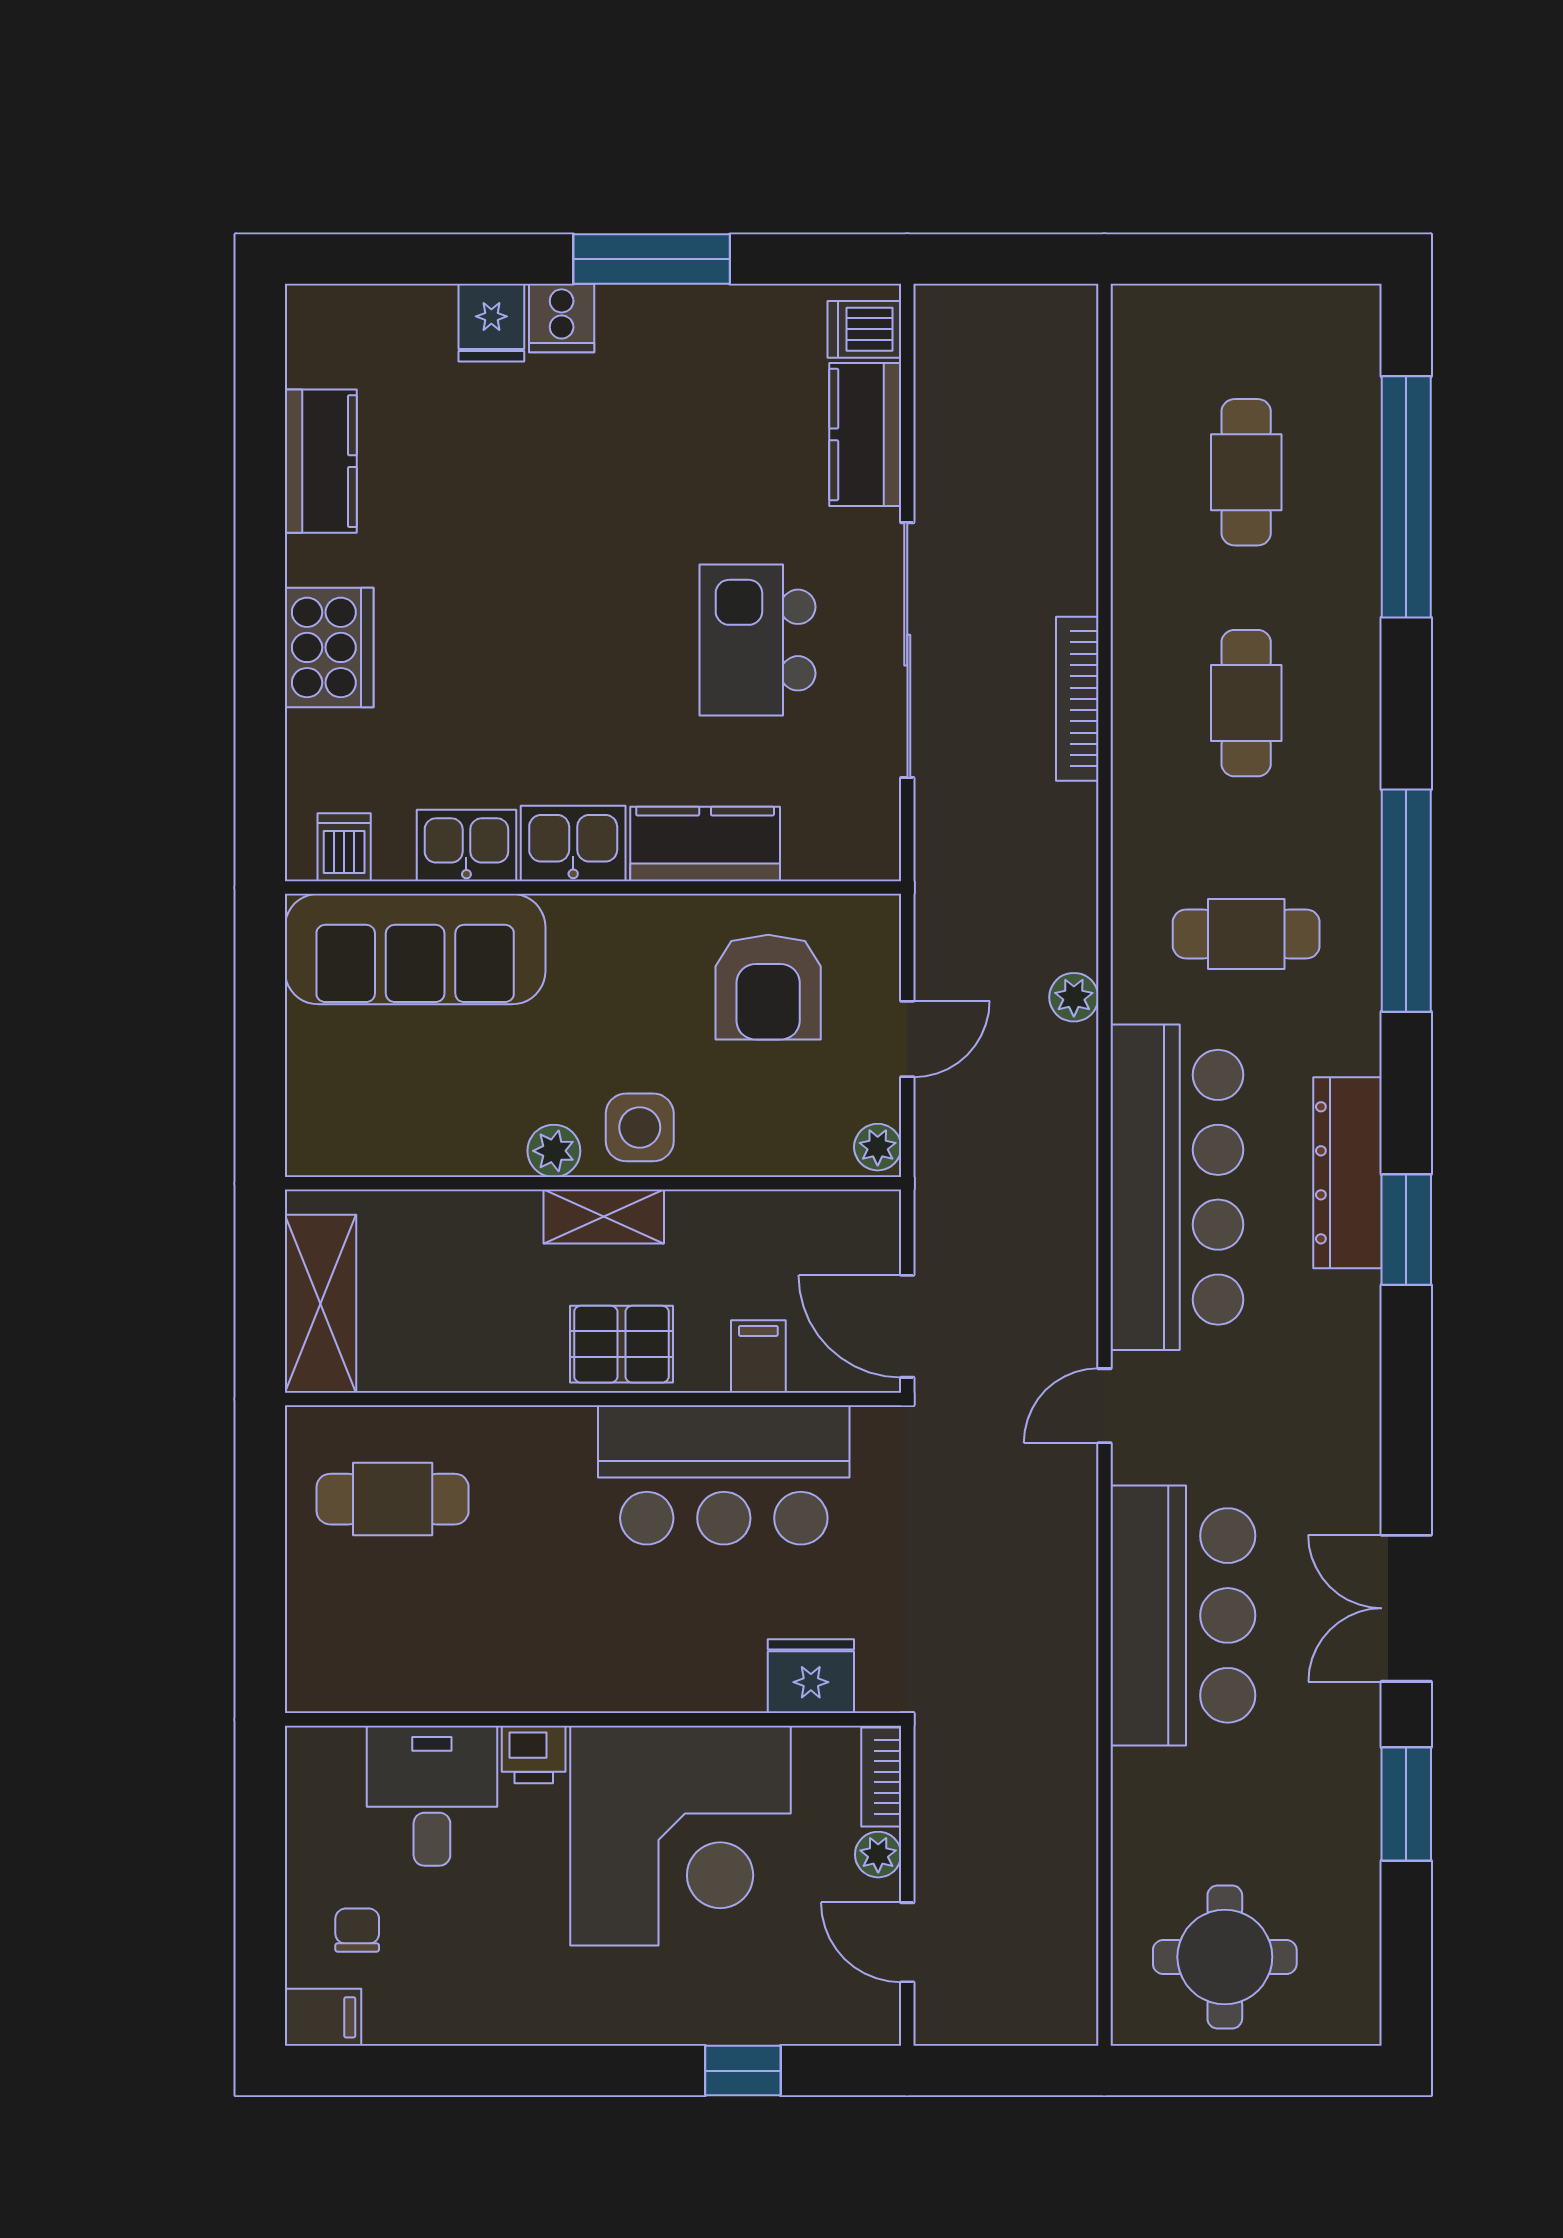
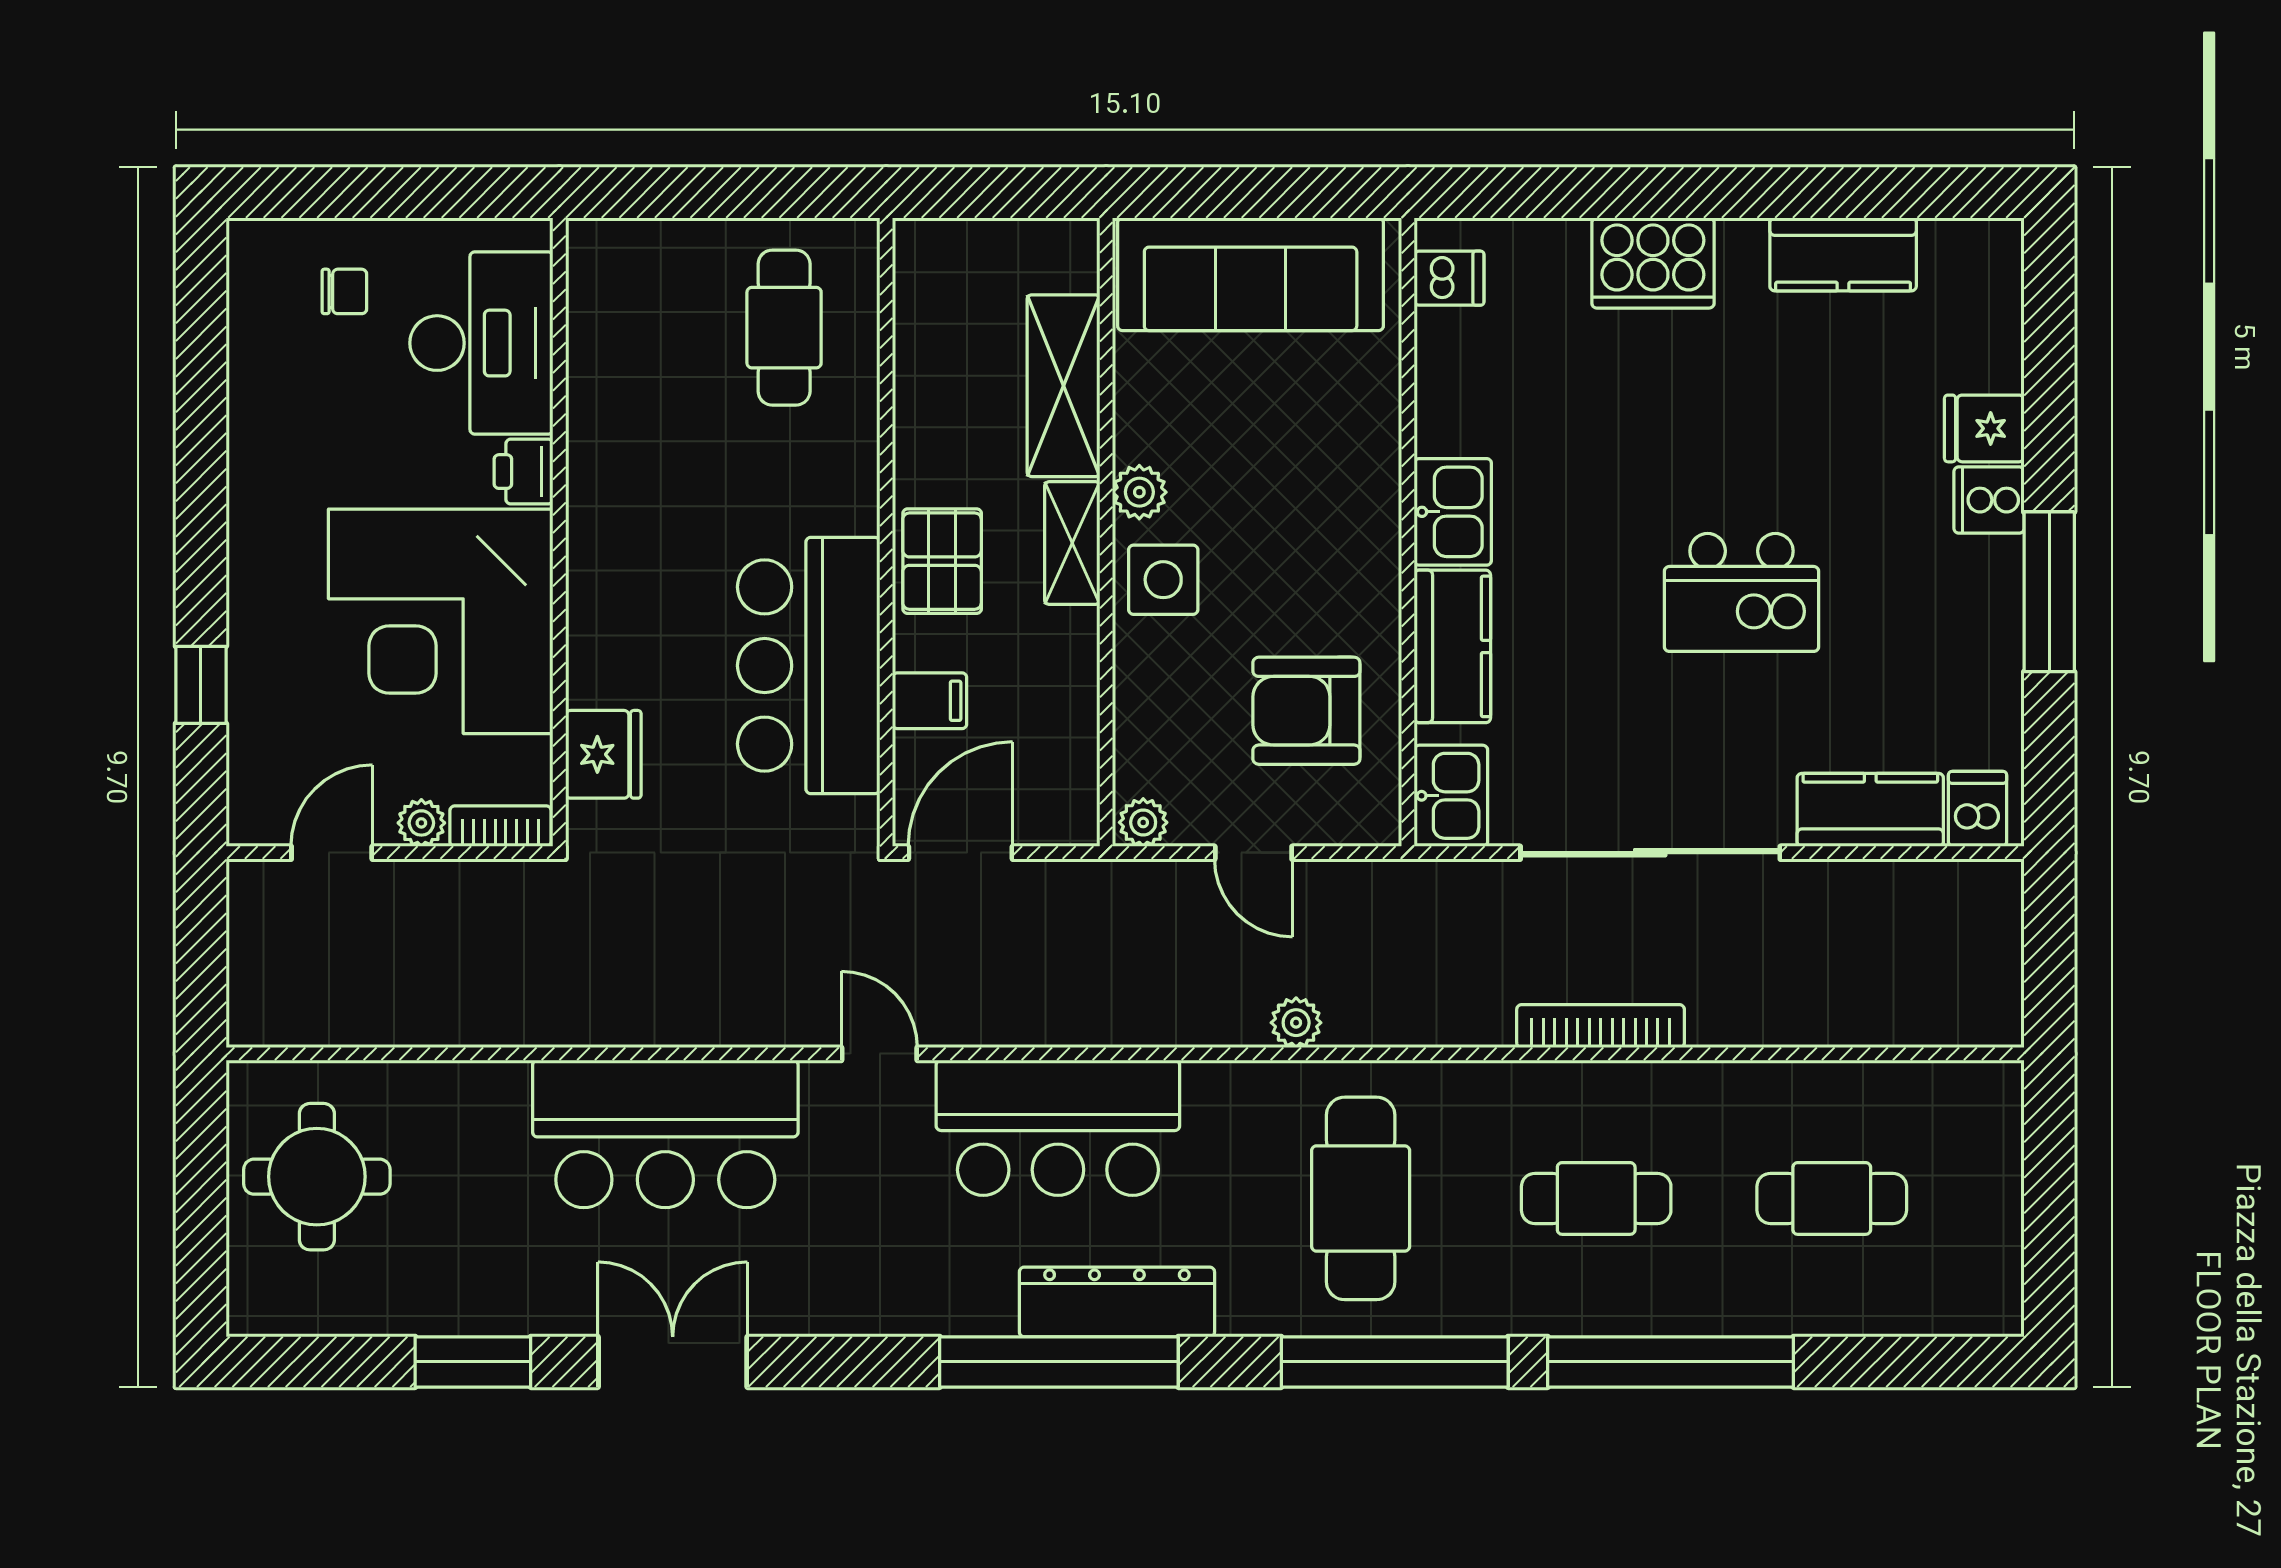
window: (1406, 497) -> (1671, 1362), moved
kitchen island: (757, 640) -> (1742, 592), moved, turned 180
kitchen sink: (466, 845) -> (1451, 796), moved
cafe table: (1246, 934) -> (1361, 1198), width x1.37, depth x1.35
sofa: (415, 949) -> (1251, 274), moved, turned -90
bar counter: (1177, 1187) -> (1058, 1128), width x0.73
window: (1406, 1230) -> (1059, 1362), width x2.11
shelving: (321, 1304) -> (1064, 386), moved, turned 90
desk: (432, 1796) -> (481, 343), width x1.37
filing cabinet: (323, 2017) -> (255, 257), removed

